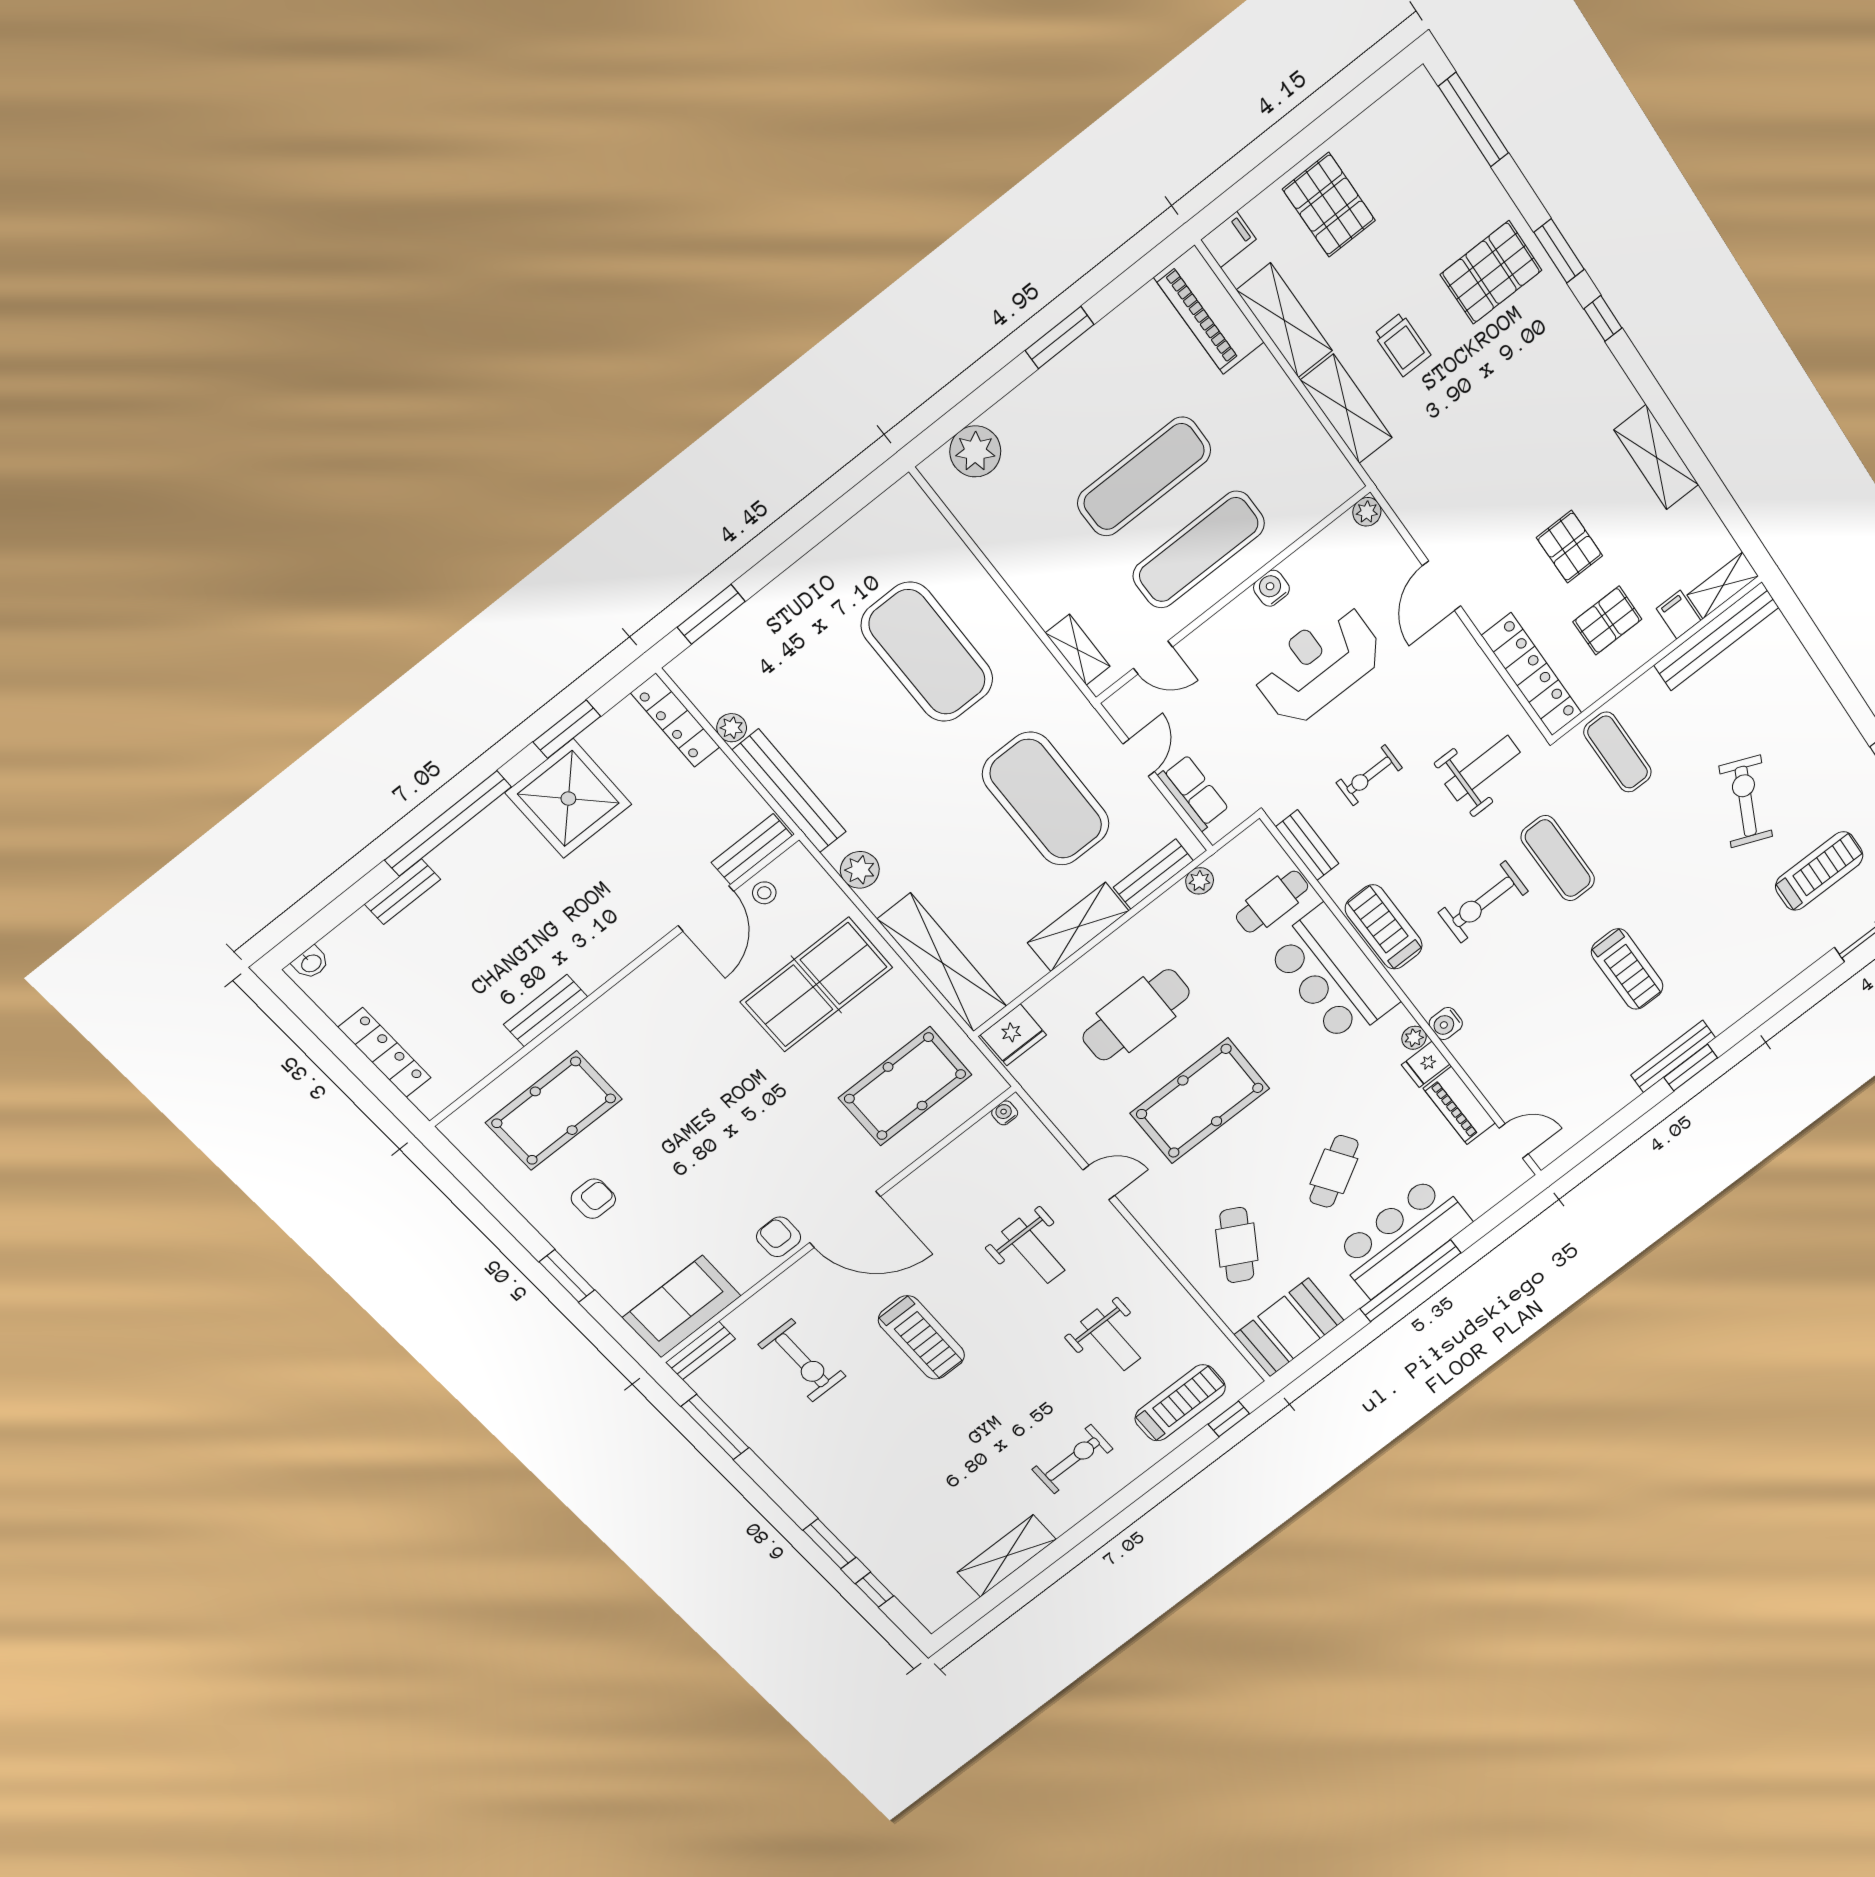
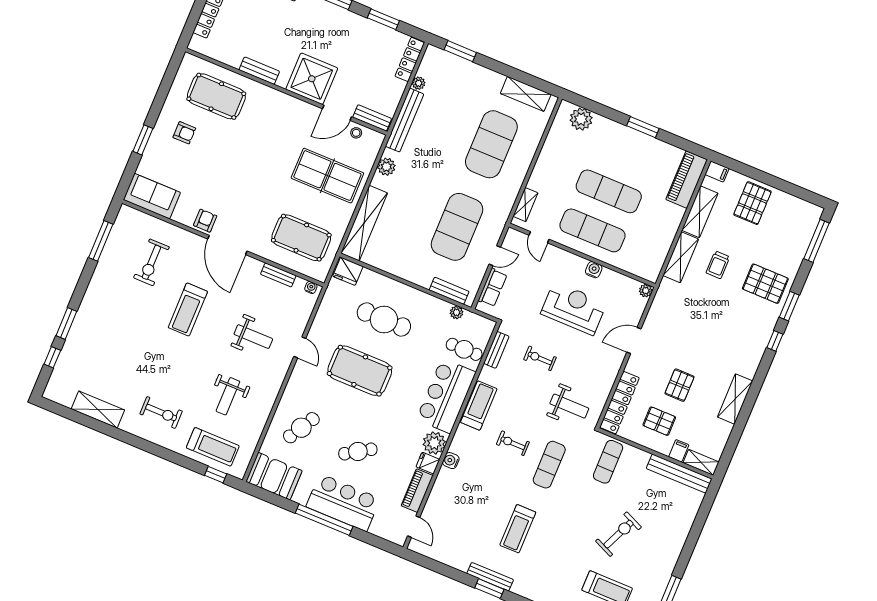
shower: (568, 799) -> (312, 79), moved
exercise bike: (1483, 902) -> (513, 443), width x0.73, depth x0.72
shelving: (1078, 927) -> (526, 94), moved
plant: (1414, 1038) -> (434, 443), width x1.88, depth x1.88
weight bench: (1033, 1251) -> (253, 337), turned -90
bench: (701, 1351) -> (278, 275), moved

